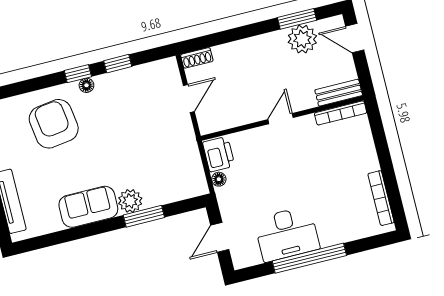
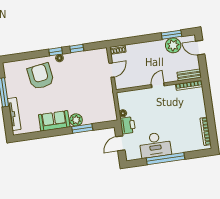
printer: (219, 154) -> (128, 125), moved

